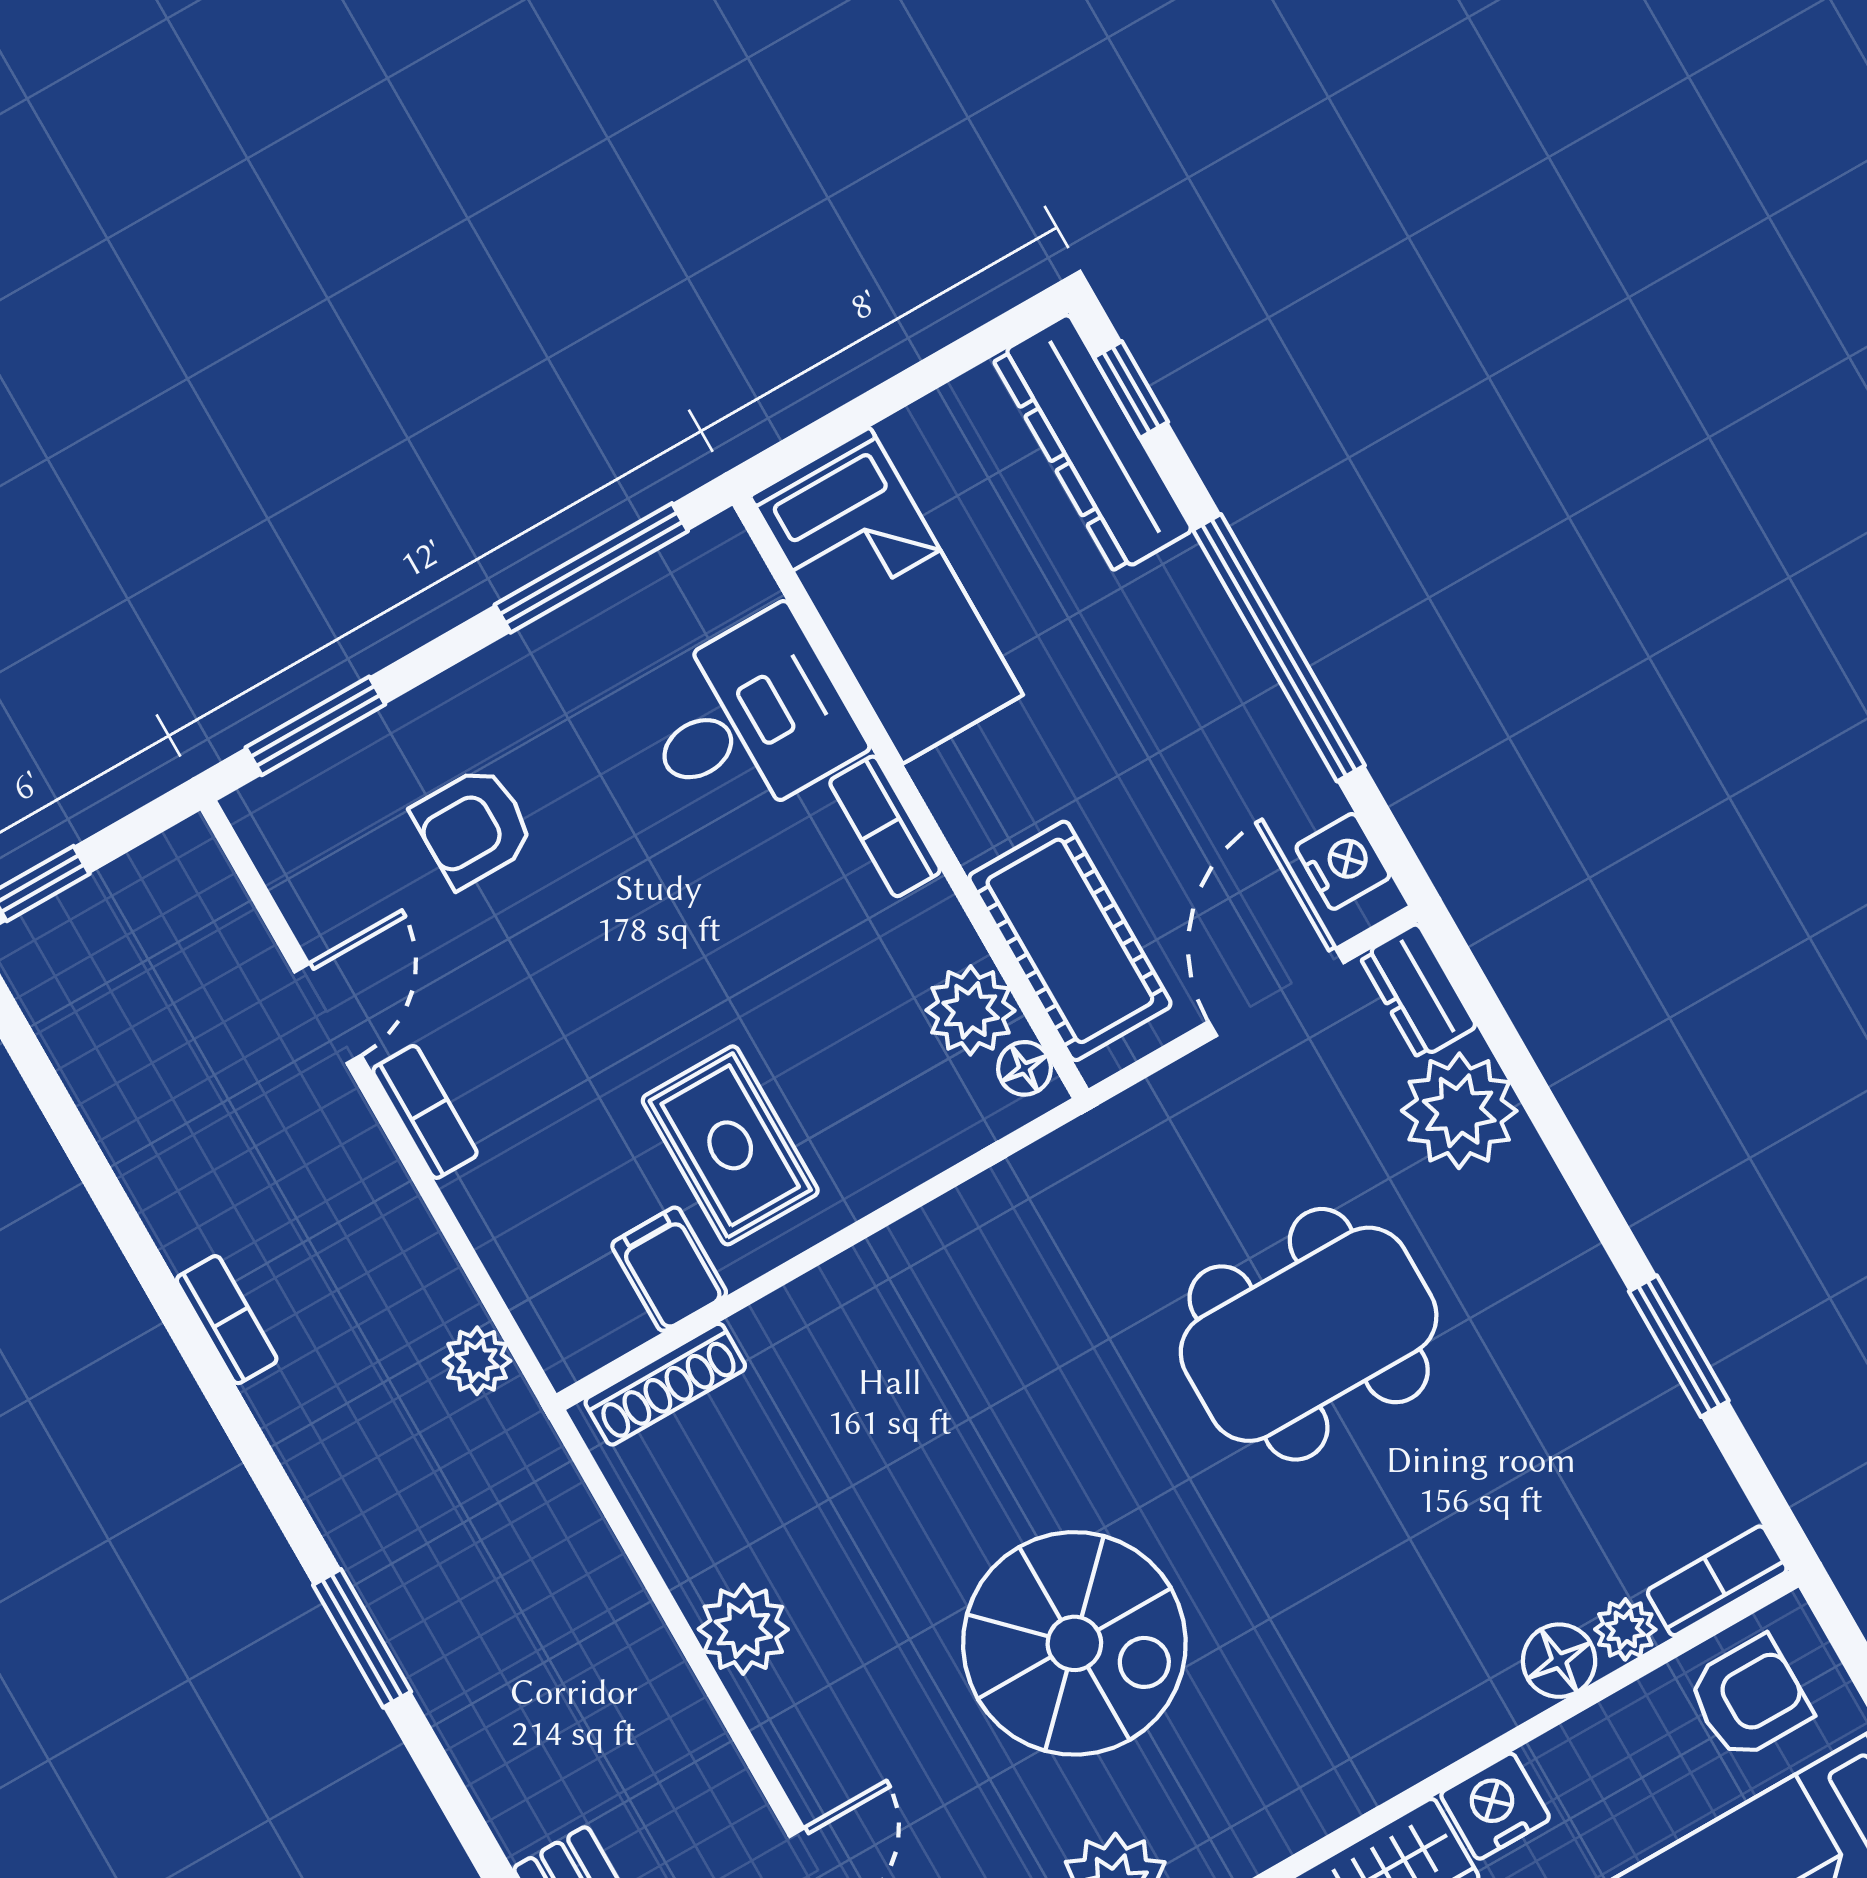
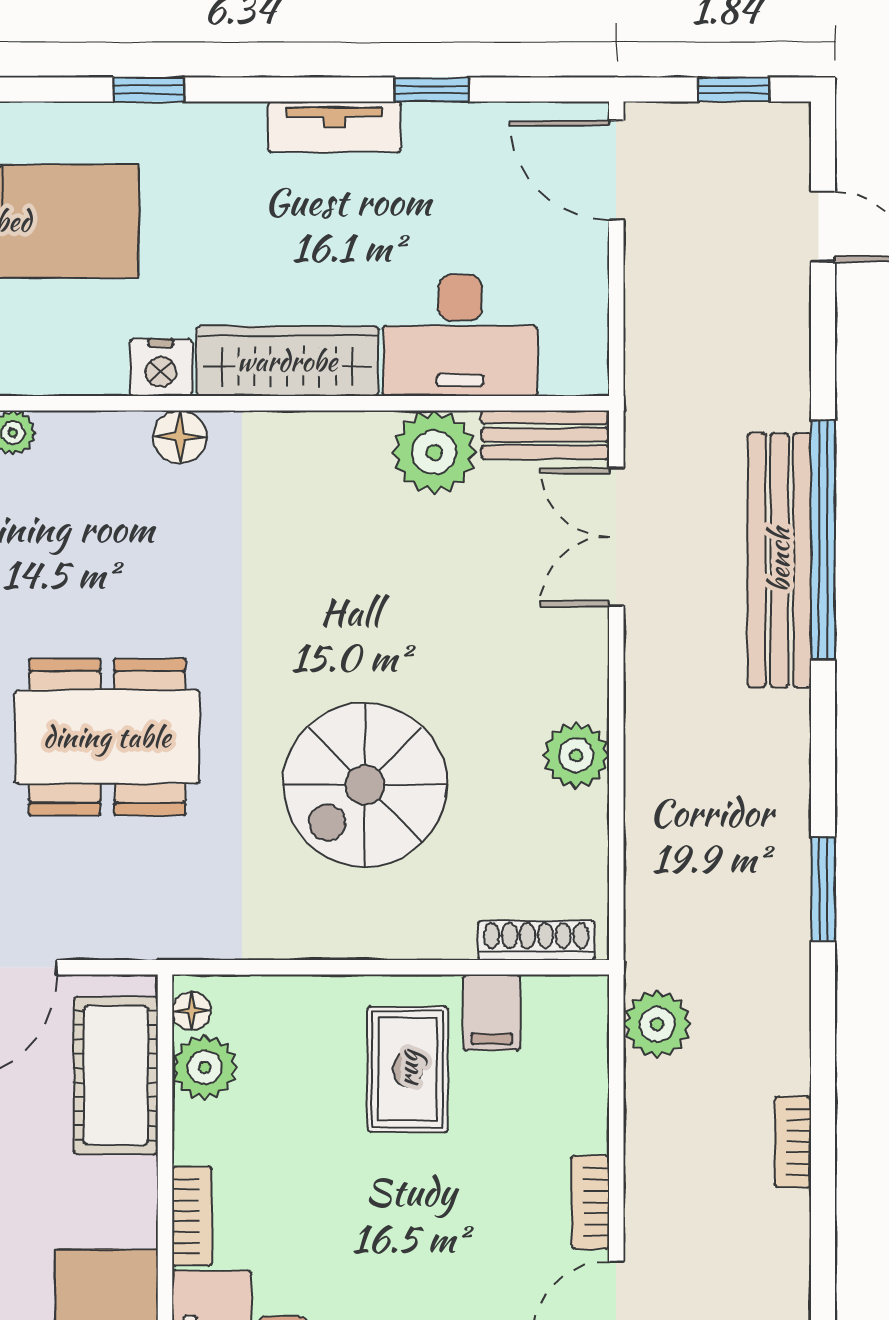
plant: (477, 1361) -> (657, 1024), width x1.38, depth x1.38
spiral stairs: (1074, 1643) -> (365, 785), moved, turned -90
floor lamp: (1559, 1661) -> (180, 437), moved

